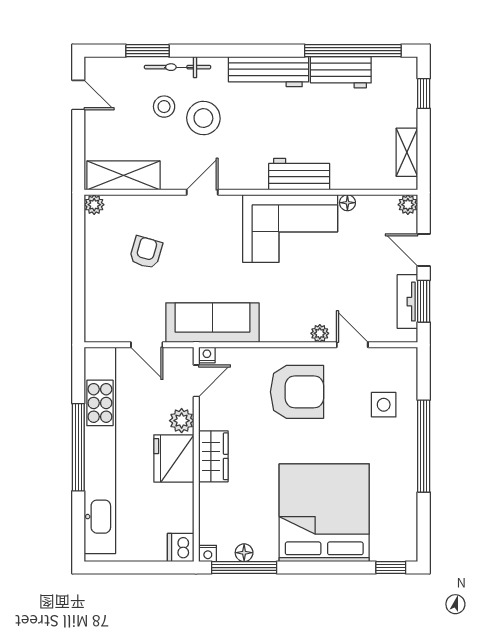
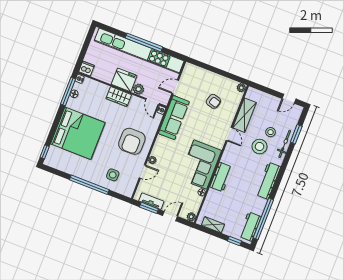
workbench: (341, 72) -> (250, 227), moved
shelving: (124, 175) -> (245, 115), moved

